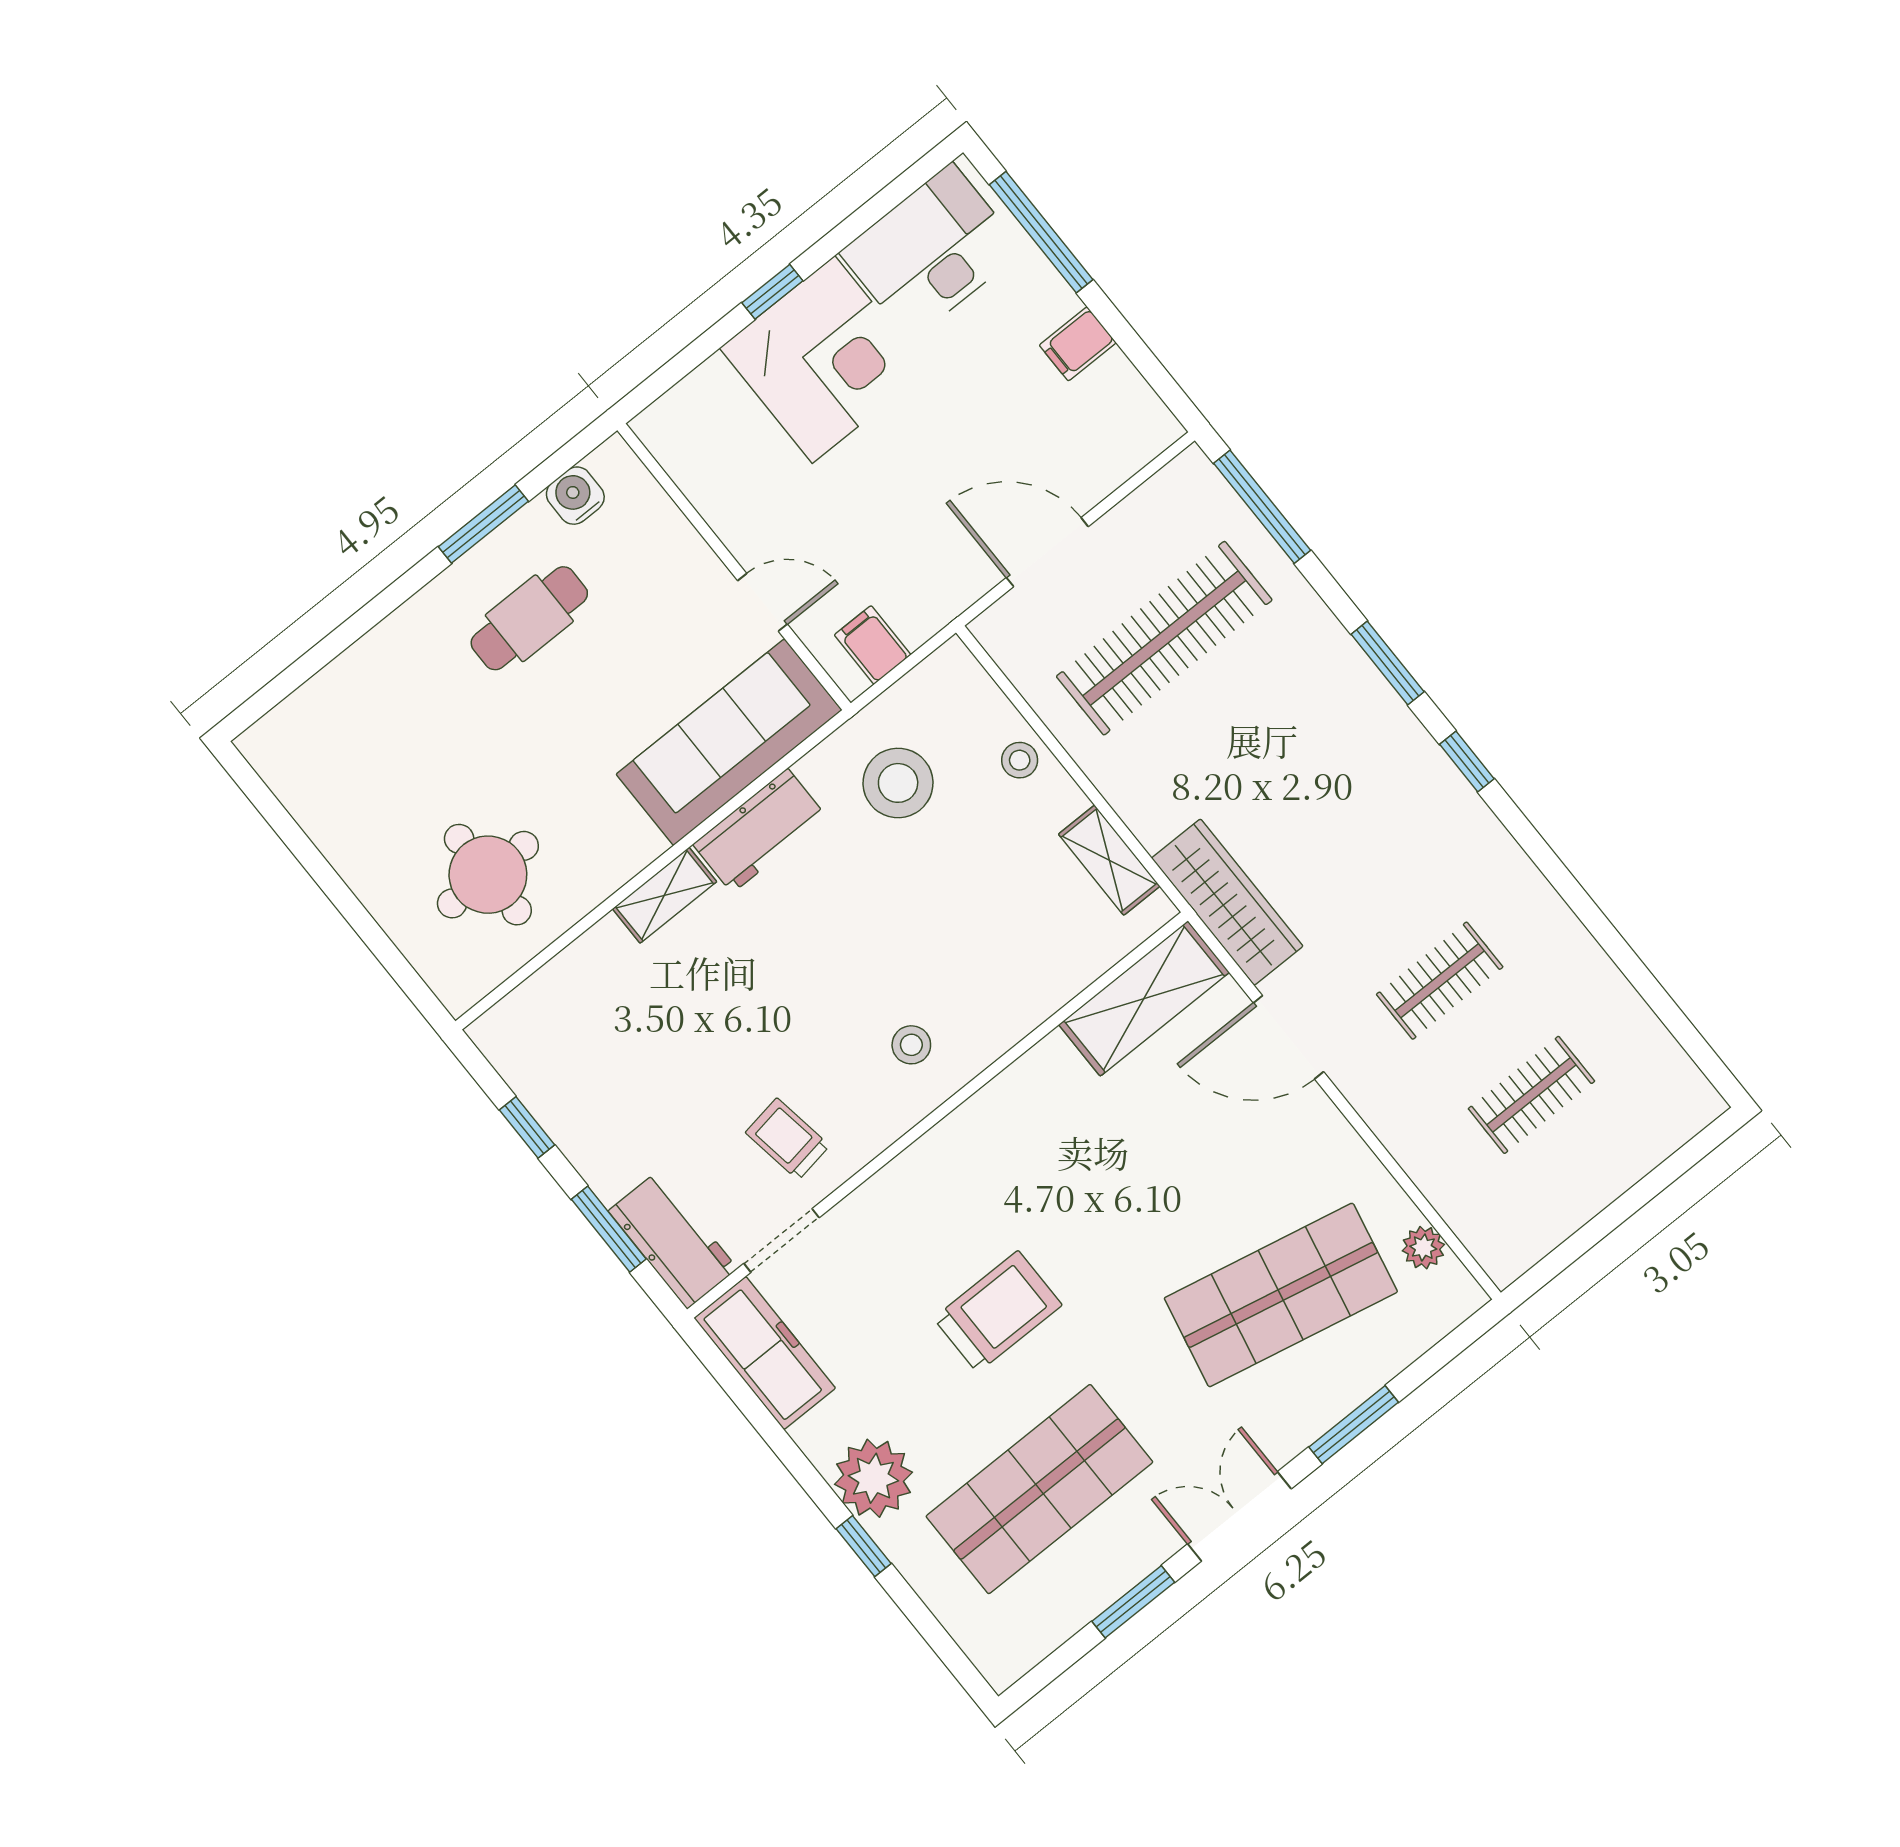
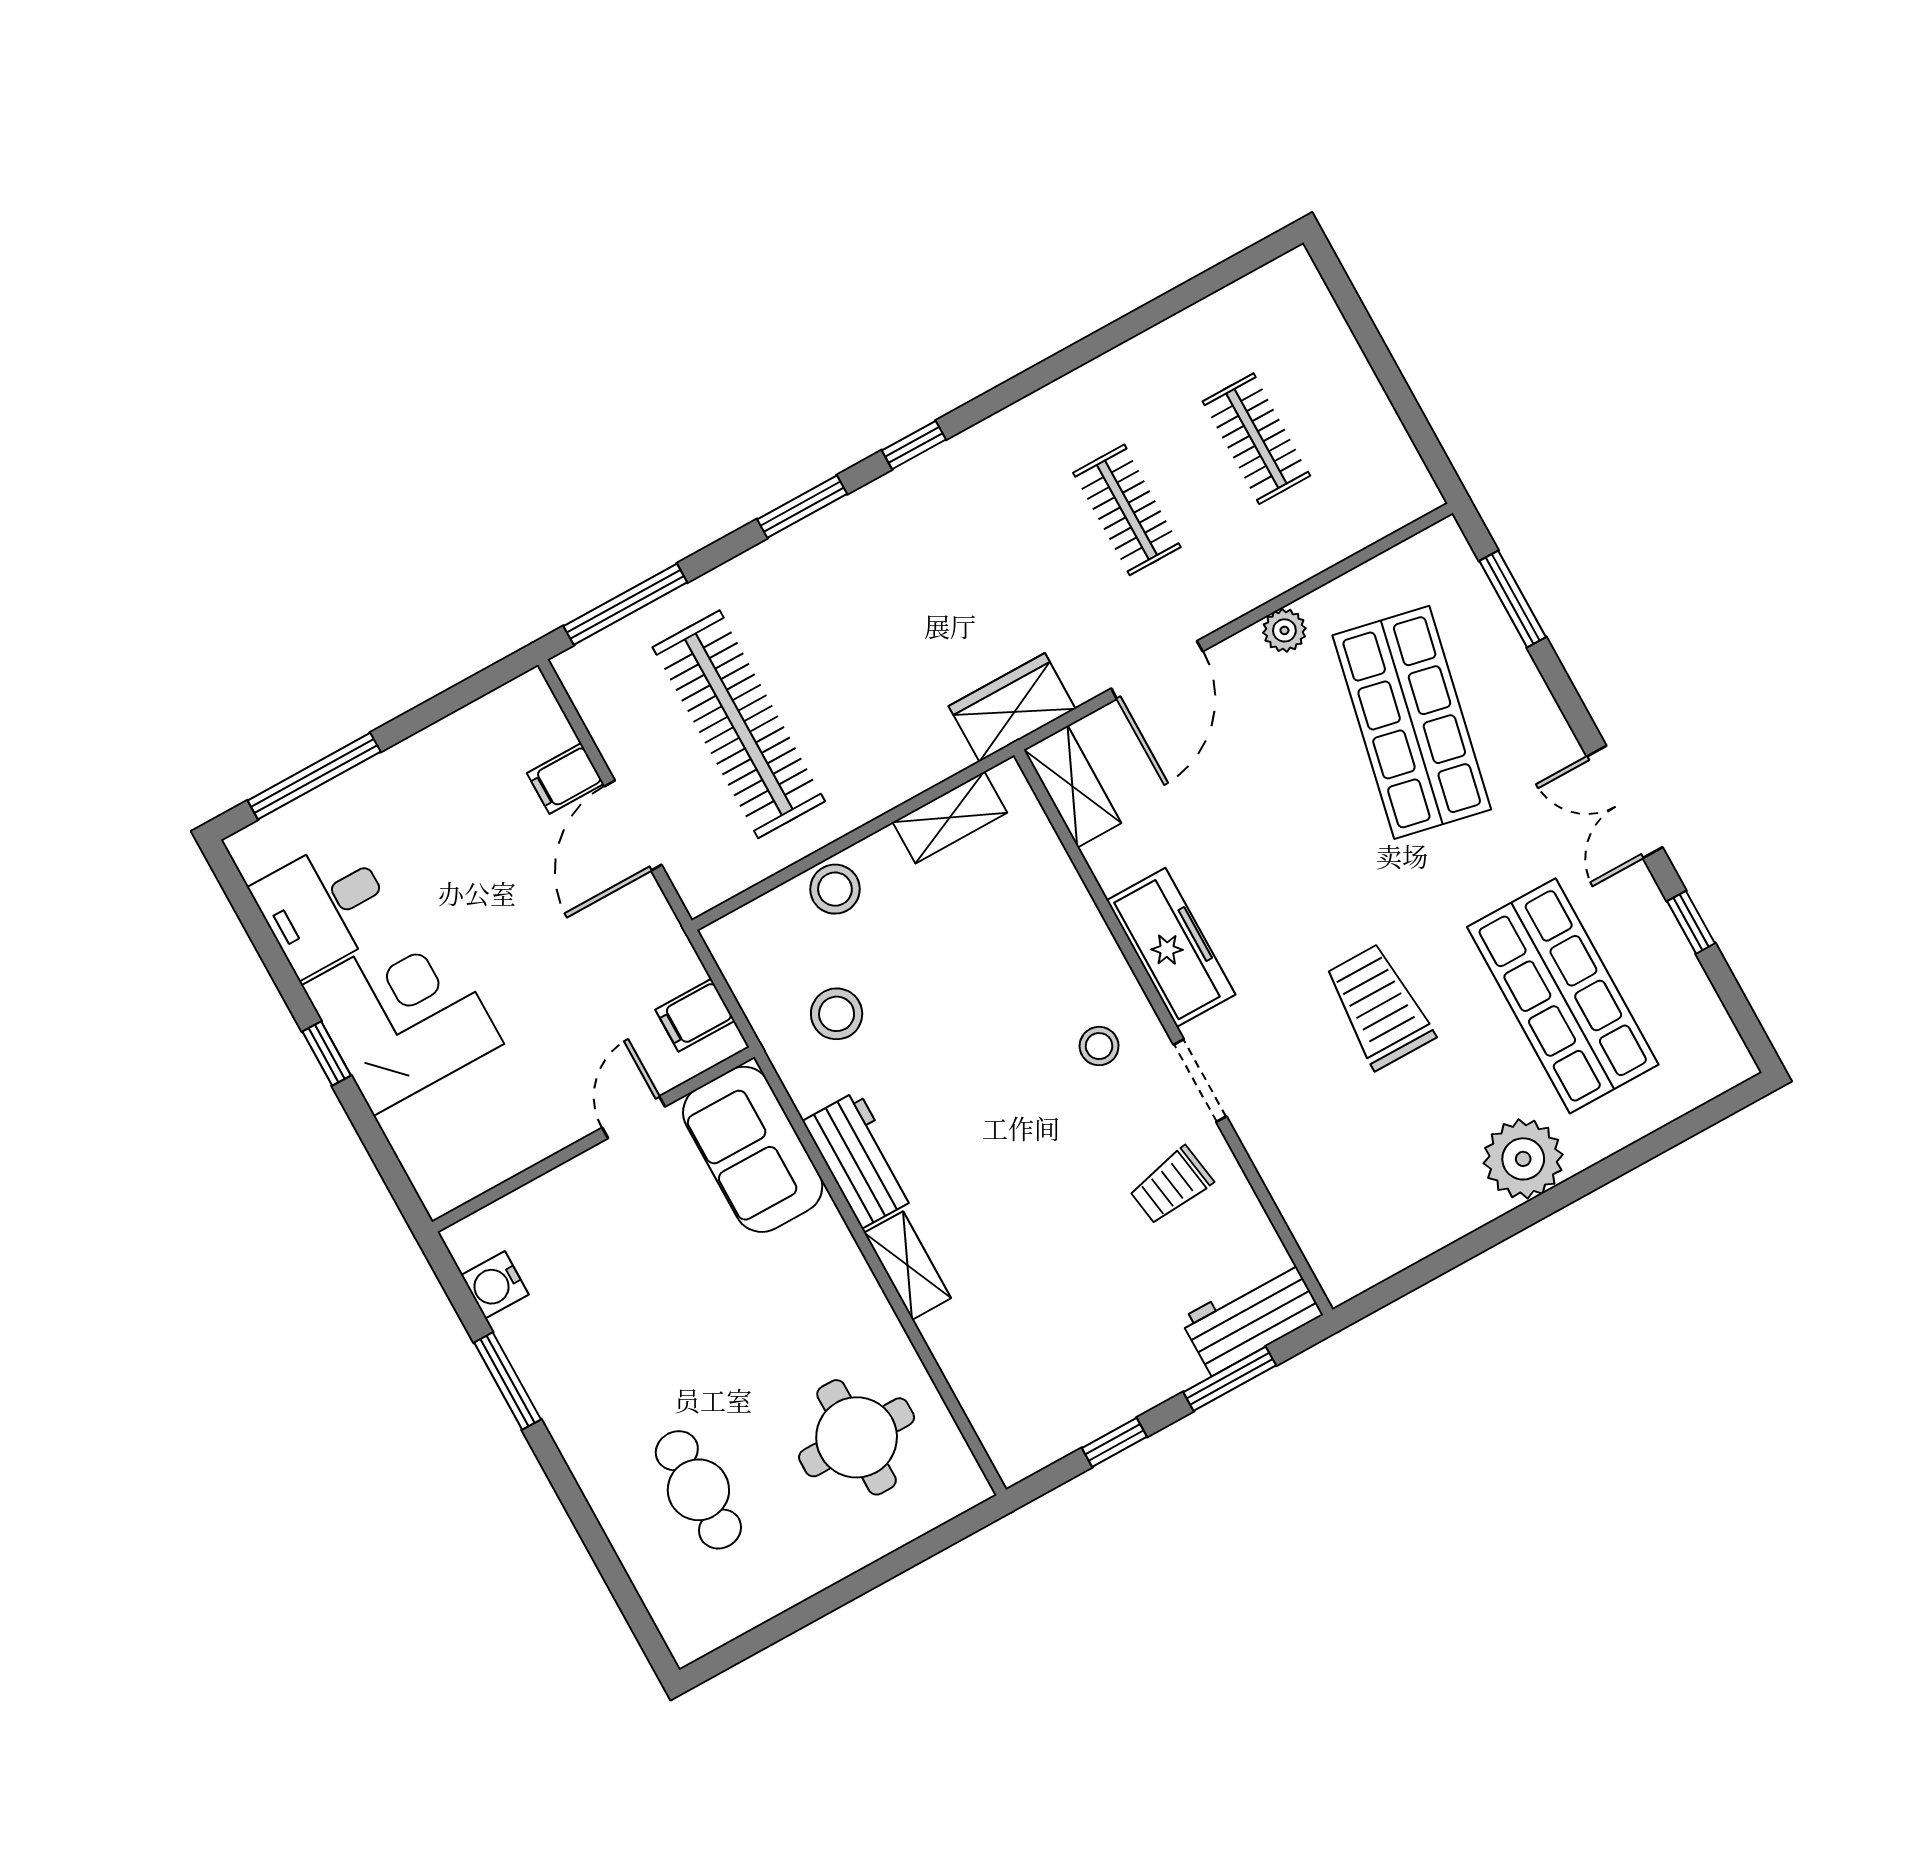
desk: (931, 252) -> (324, 906), width x0.73
filing cabinet: (1078, 344) -> (565, 779), moved, turned 90
cafe table: (529, 618) -> (698, 1490), moved
sofa: (729, 742) -> (753, 1149), width x0.73
stool: (1020, 760) -> (835, 889), width x1.37, depth x1.37
stool: (898, 783) -> (837, 1014), width x0.73, depth x0.73
wardrobe: (1227, 902) -> (1012, 707), width x0.67
shelving: (1144, 998) -> (1073, 786), width x0.67, depth x0.75
doorway: (782, 1240) -> (1200, 1081), moved
plant: (1423, 1248) -> (1284, 630), moved
freezer: (765, 1353) -> (1171, 947), moved, turned 90
window: (1354, 1425) -> (1513, 599), moved
window: (864, 1546) -> (1589, 1180), removed
window: (1133, 1602) -> (1691, 922), width x0.67

